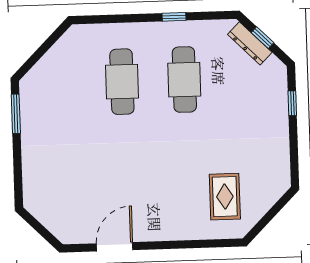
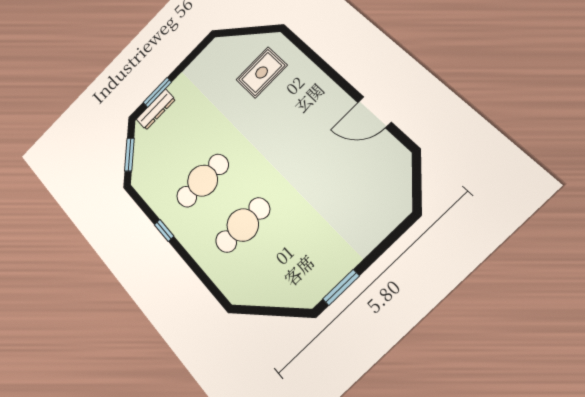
window: (262, 38) -> (129, 155), width x1.50
dresser: (250, 43) -> (156, 109), moved, turned 45
window: (292, 103) -> (157, 92), width x1.50

